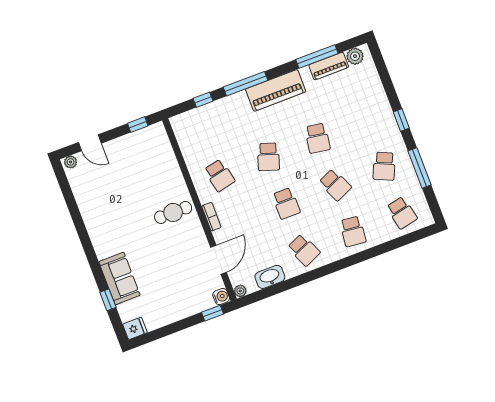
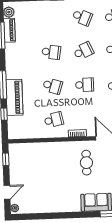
piano: (276, 90) -> (14, 97), moved
cafe table: (173, 212) -> (86, 163), moved

